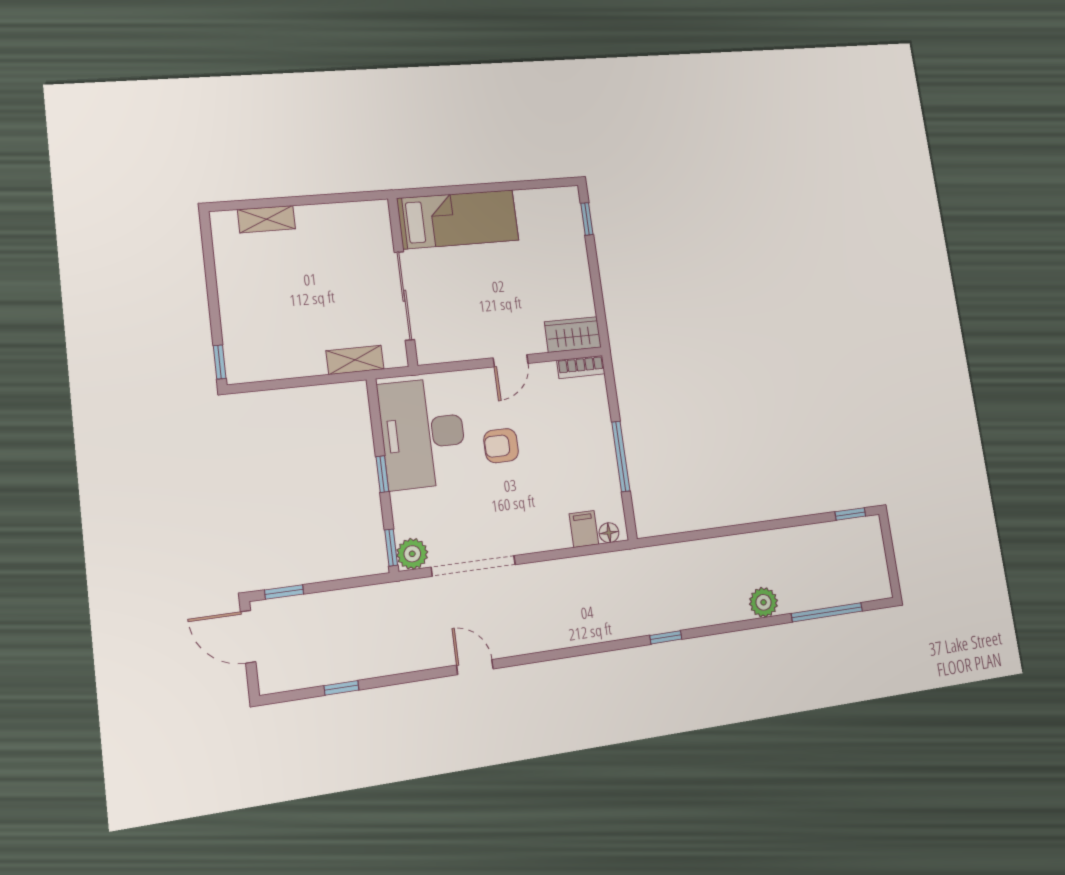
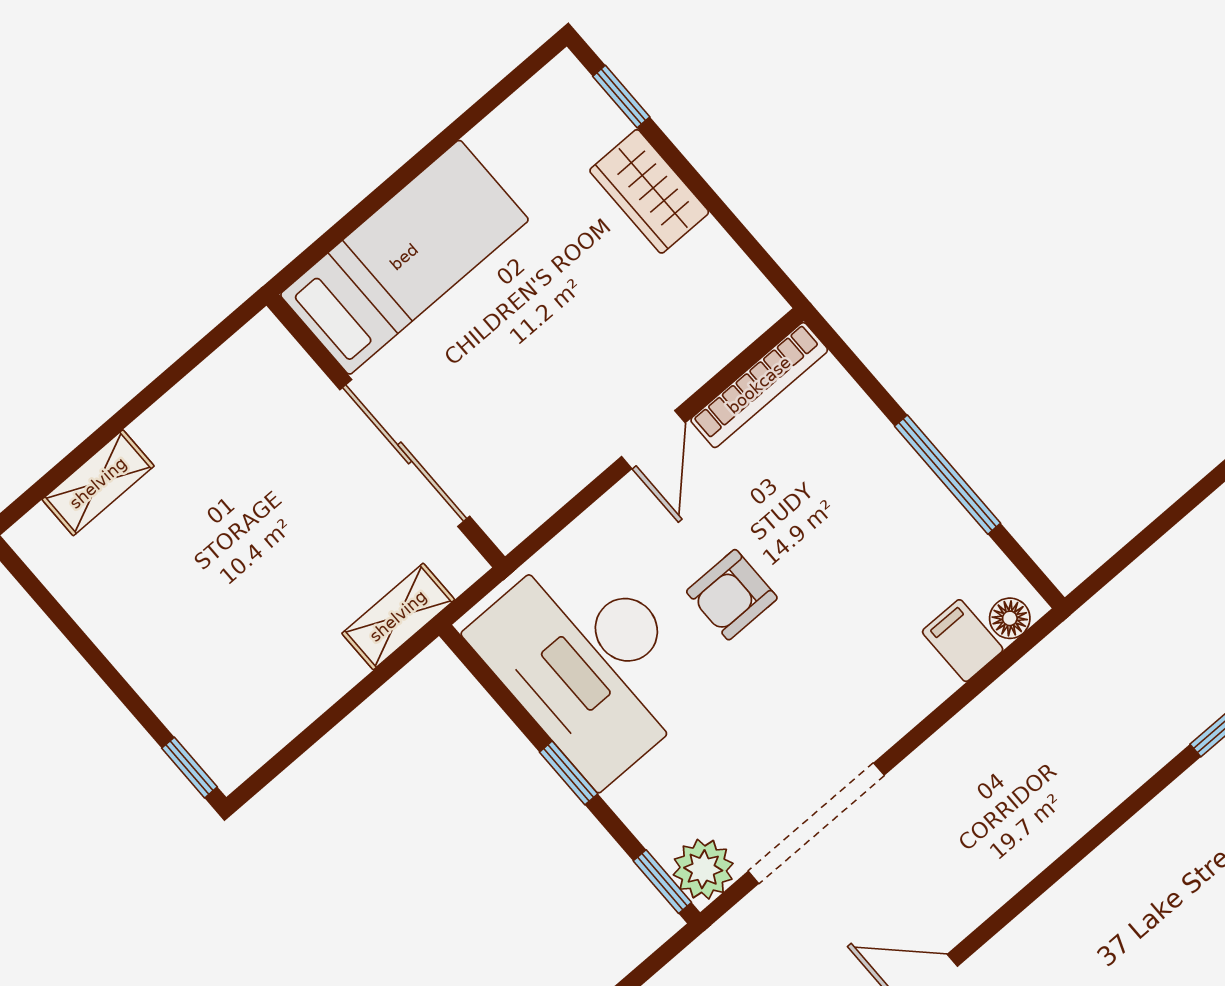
wardrobe: (573, 335) -> (649, 191), moved, turned -90
bookcase: (581, 367) -> (759, 385), width x1.56

